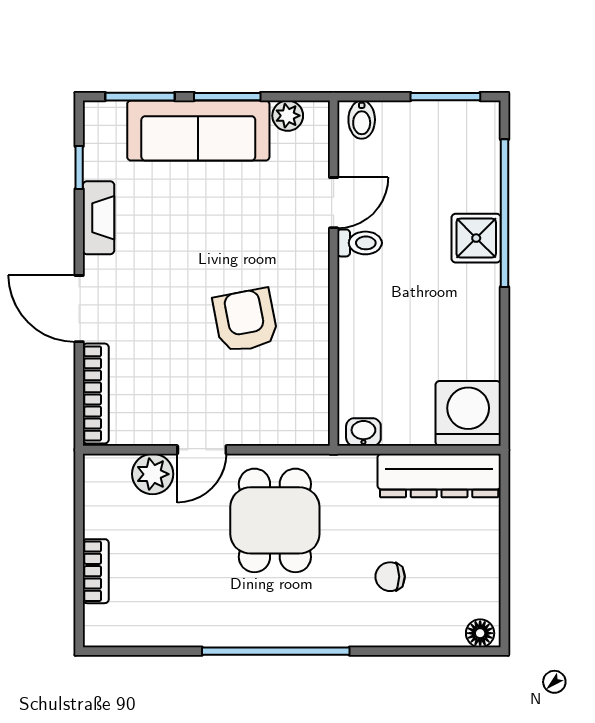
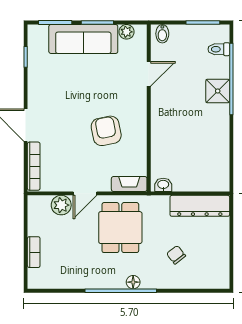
fireplace: (99, 218) -> (129, 184), moved, turned -90
toilet: (360, 243) -> (219, 49), moved, turned 180
washing machine: (468, 413) -> (214, 176), removed
chair: (390, 577) -> (176, 255), turned 52
floor lamp: (480, 633) -> (133, 282), moved

